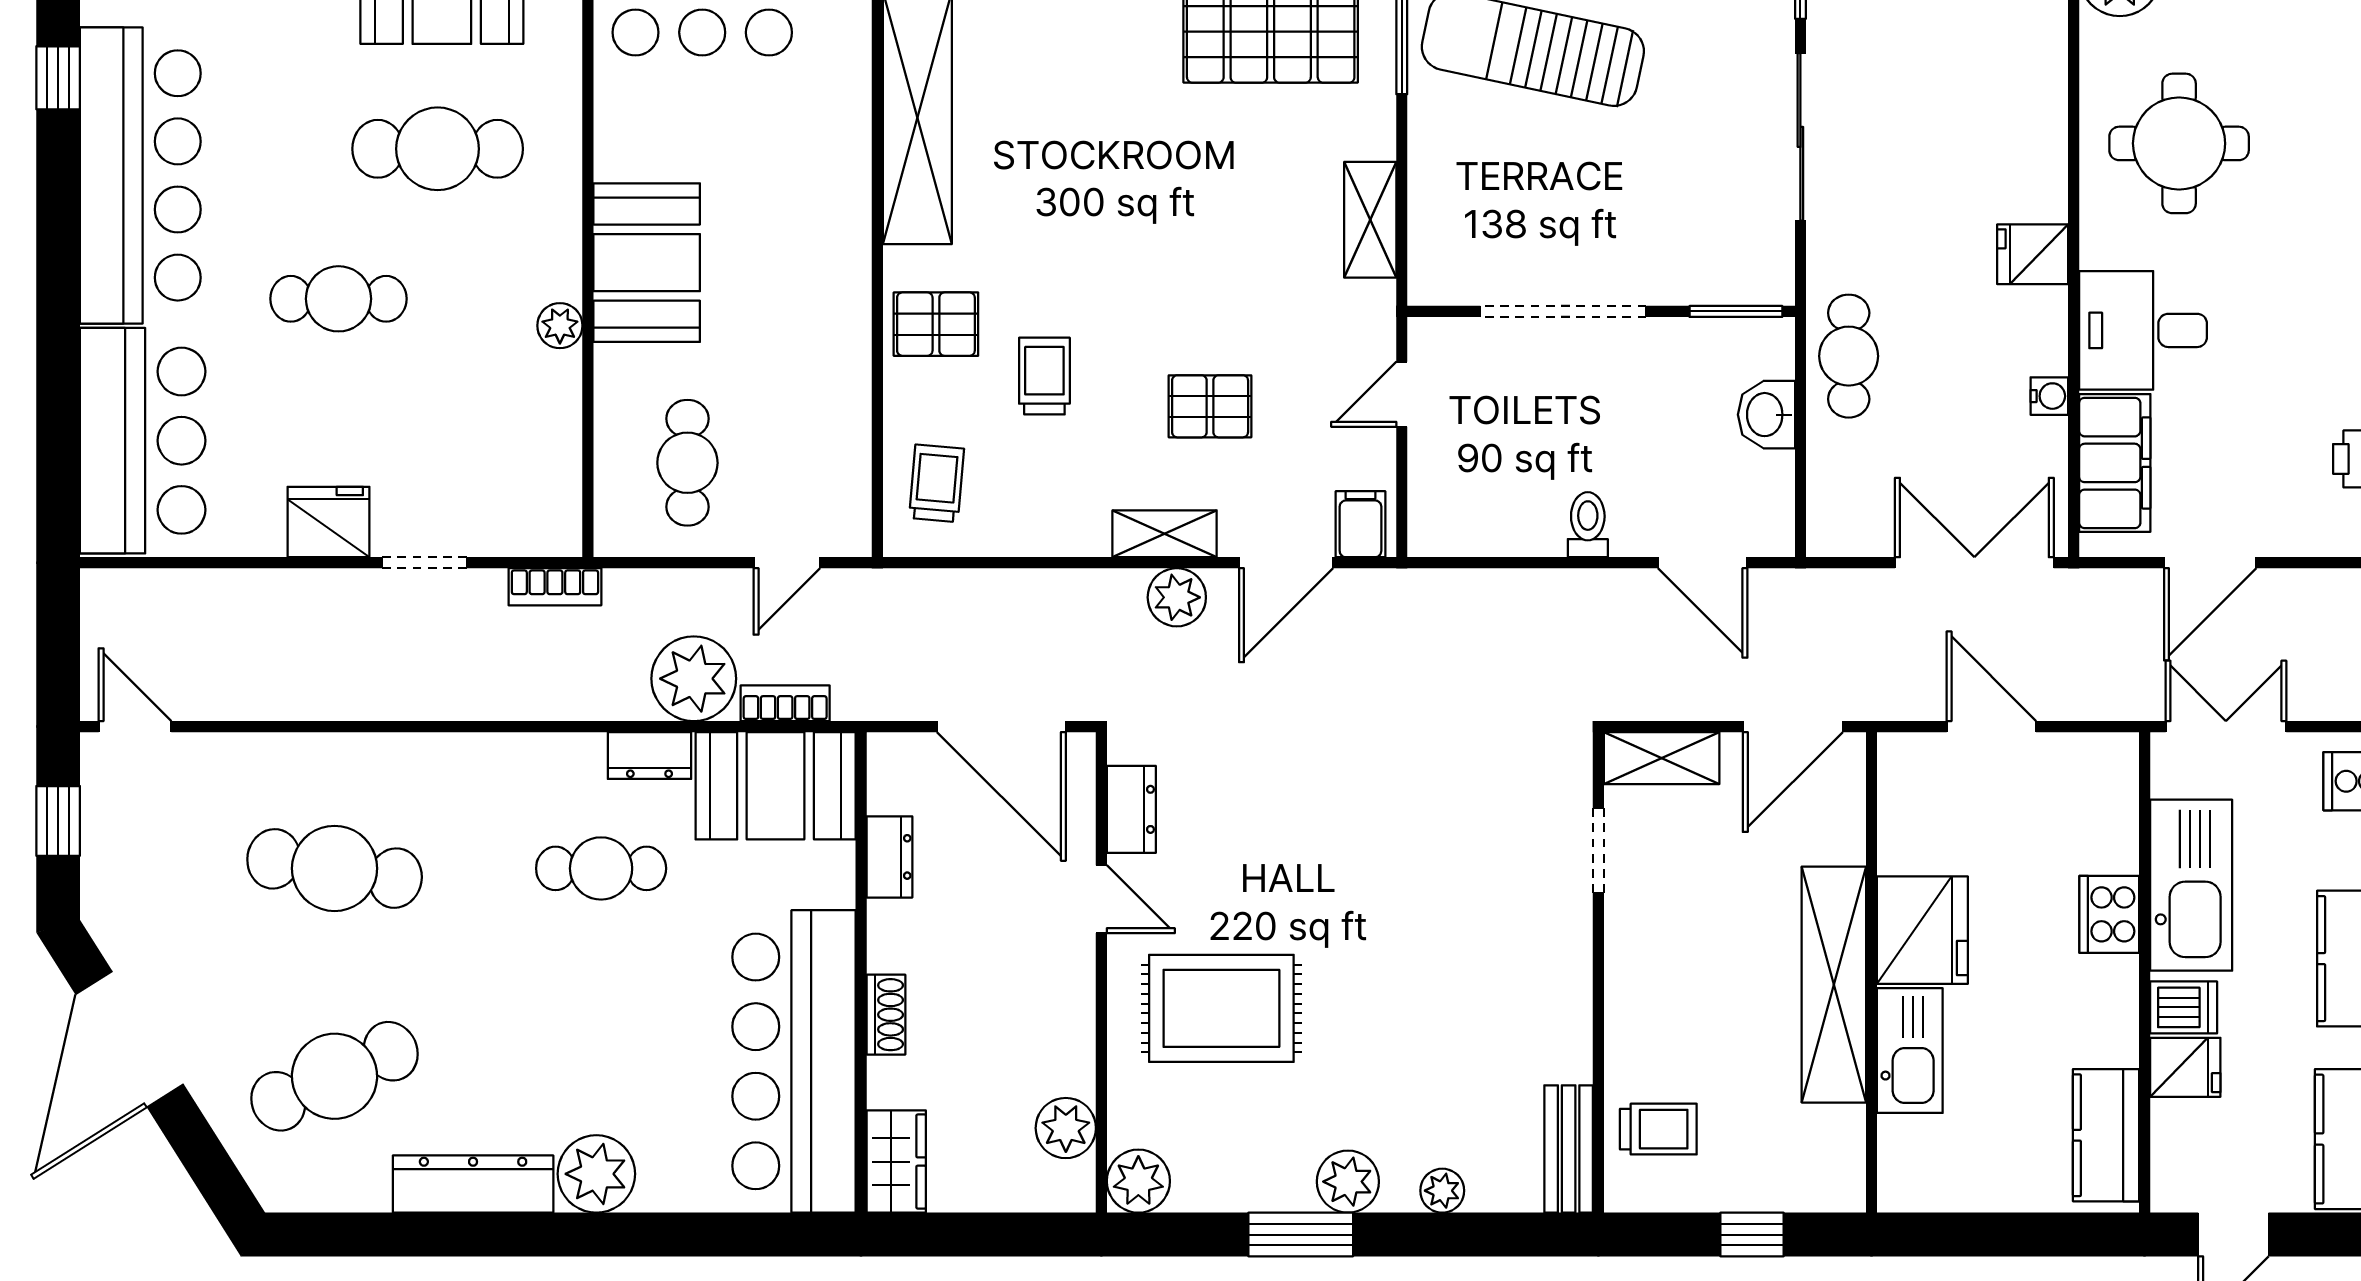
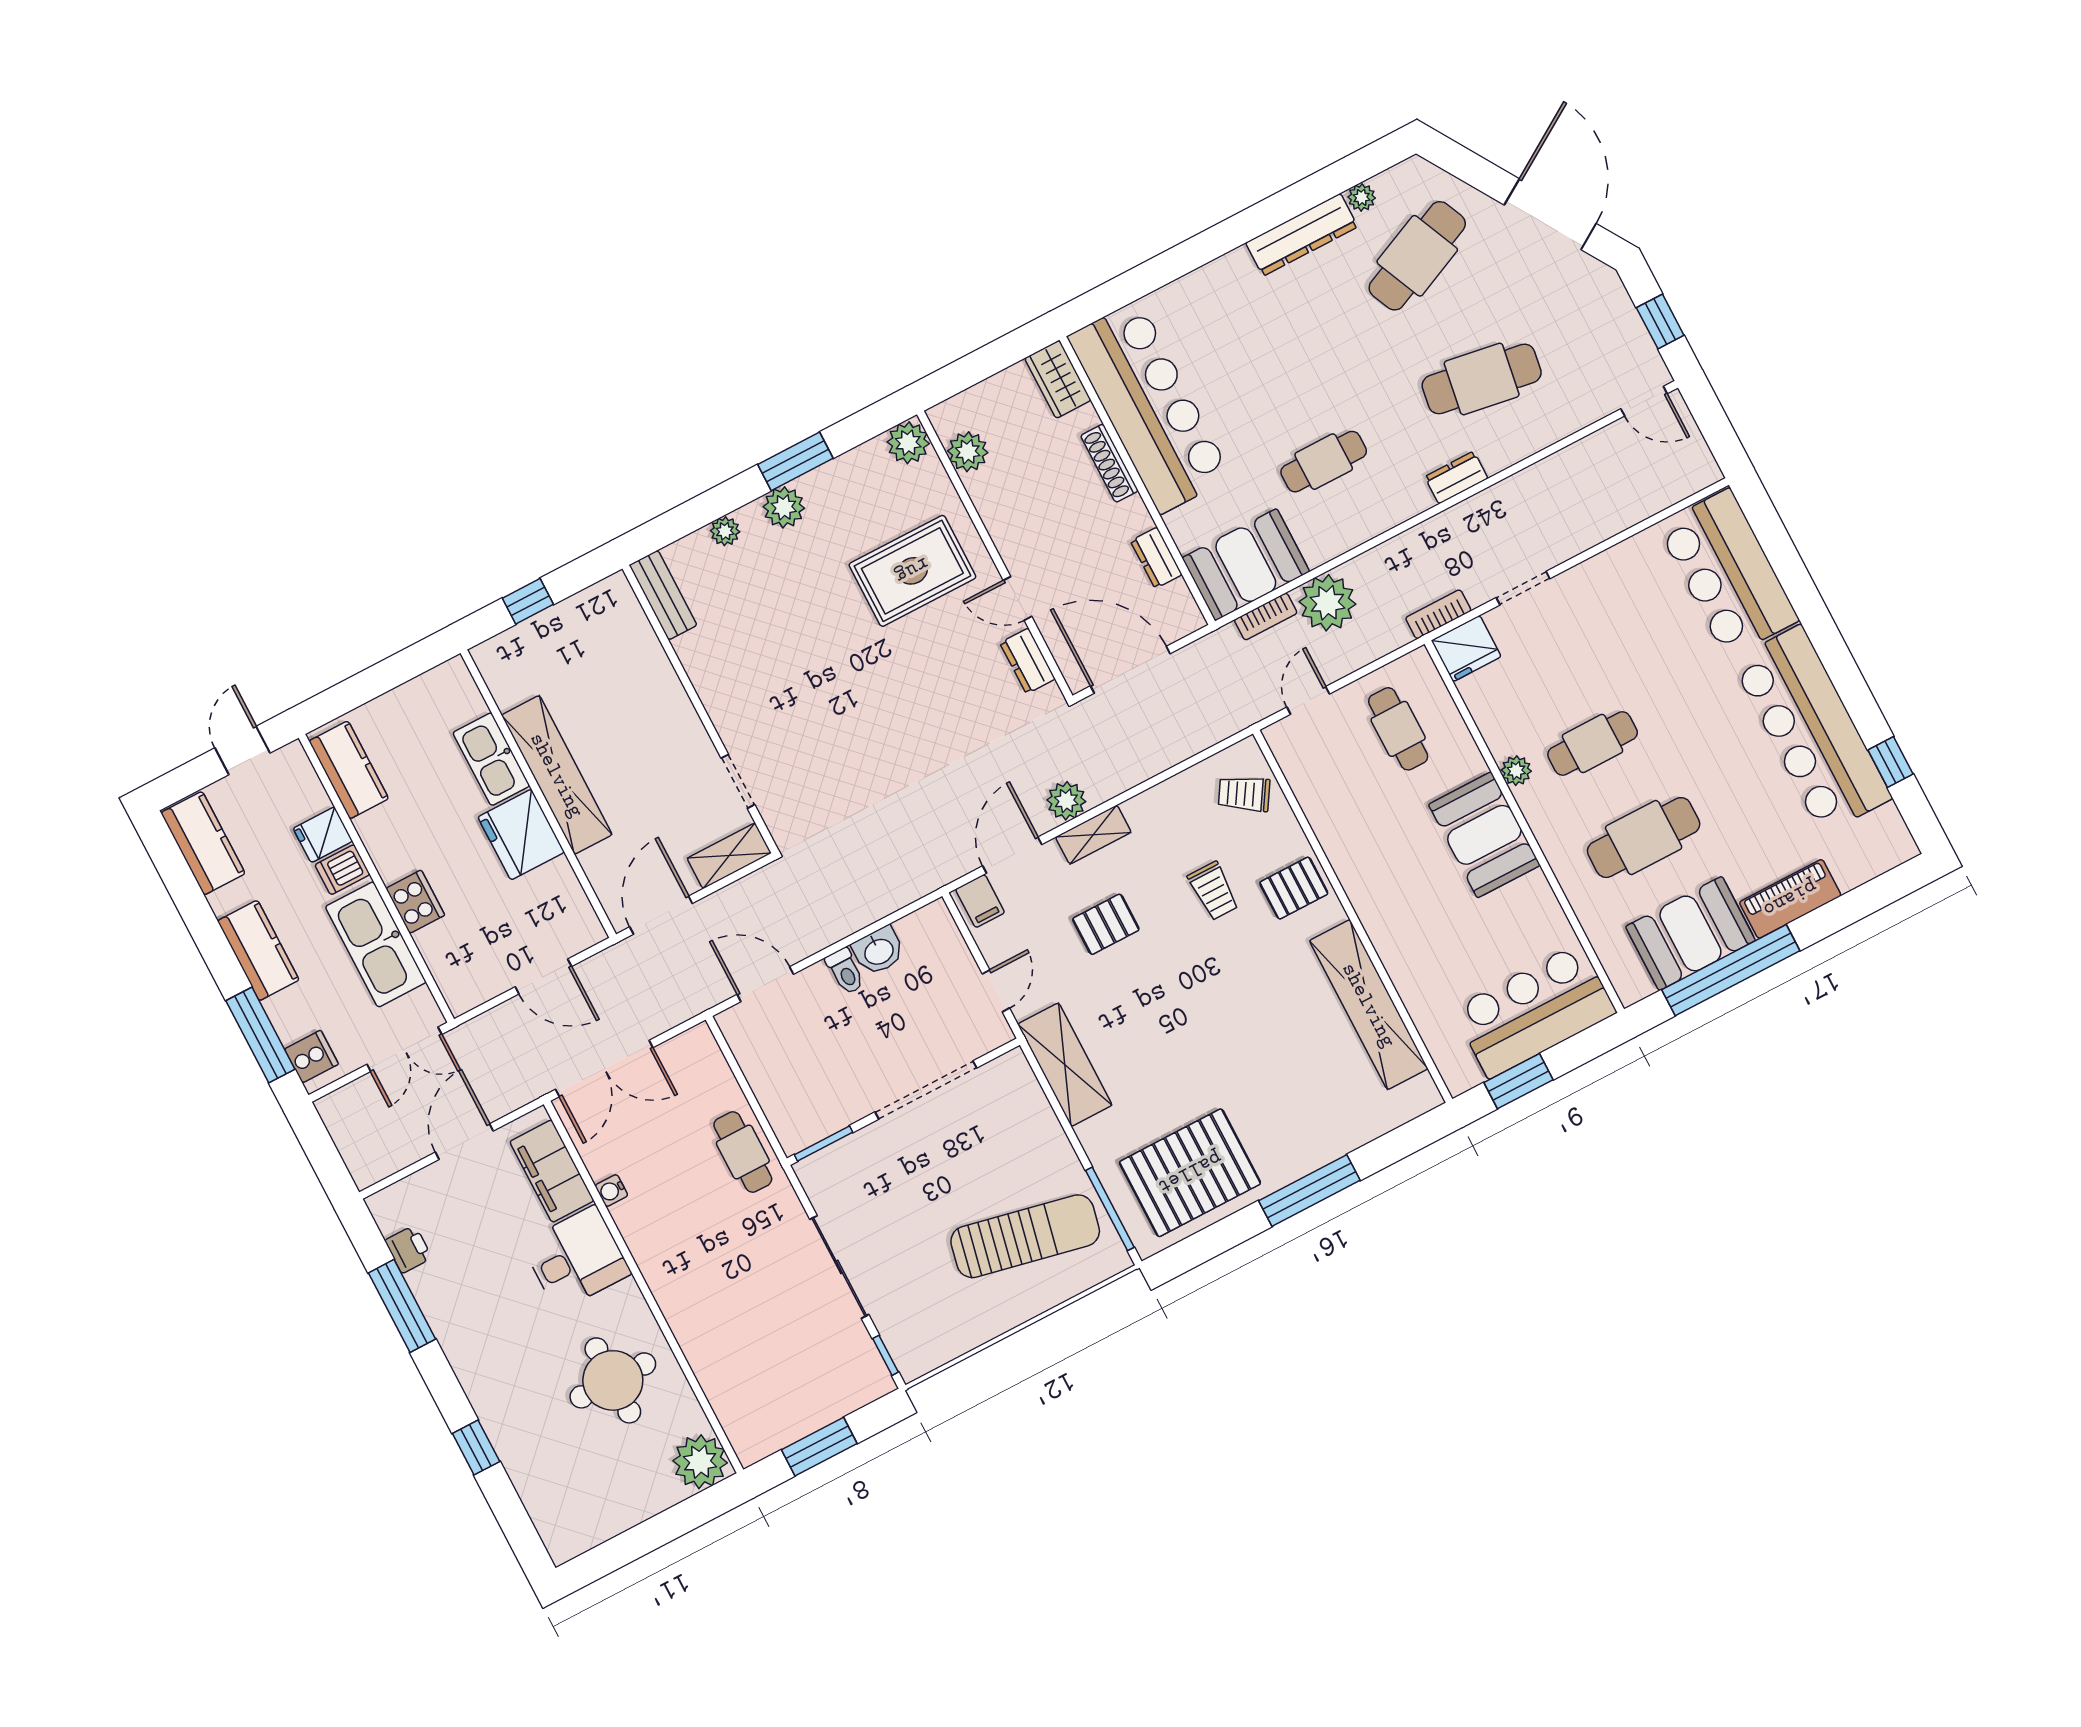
shelving: (1370, 220) -> (1065, 1065), width x1.50, depth x1.33
fridge: (2033, 254) -> (665, 1269), removed
cafe table: (338, 299) -> (1593, 743), moved
washbasin: (1766, 415) -> (878, 951), moved, turned 90
trolley: (937, 483) -> (1244, 794), turned 117
fridge: (329, 522) -> (1466, 649), moved
dresser: (649, 755) -> (1456, 478), moved
shoe rack: (886, 1015) -> (1109, 463), width x1.43
trolley: (1658, 1129) -> (616, 635), removed
plant: (596, 1174) -> (1362, 197), moved, width x0.53, depth x0.53

